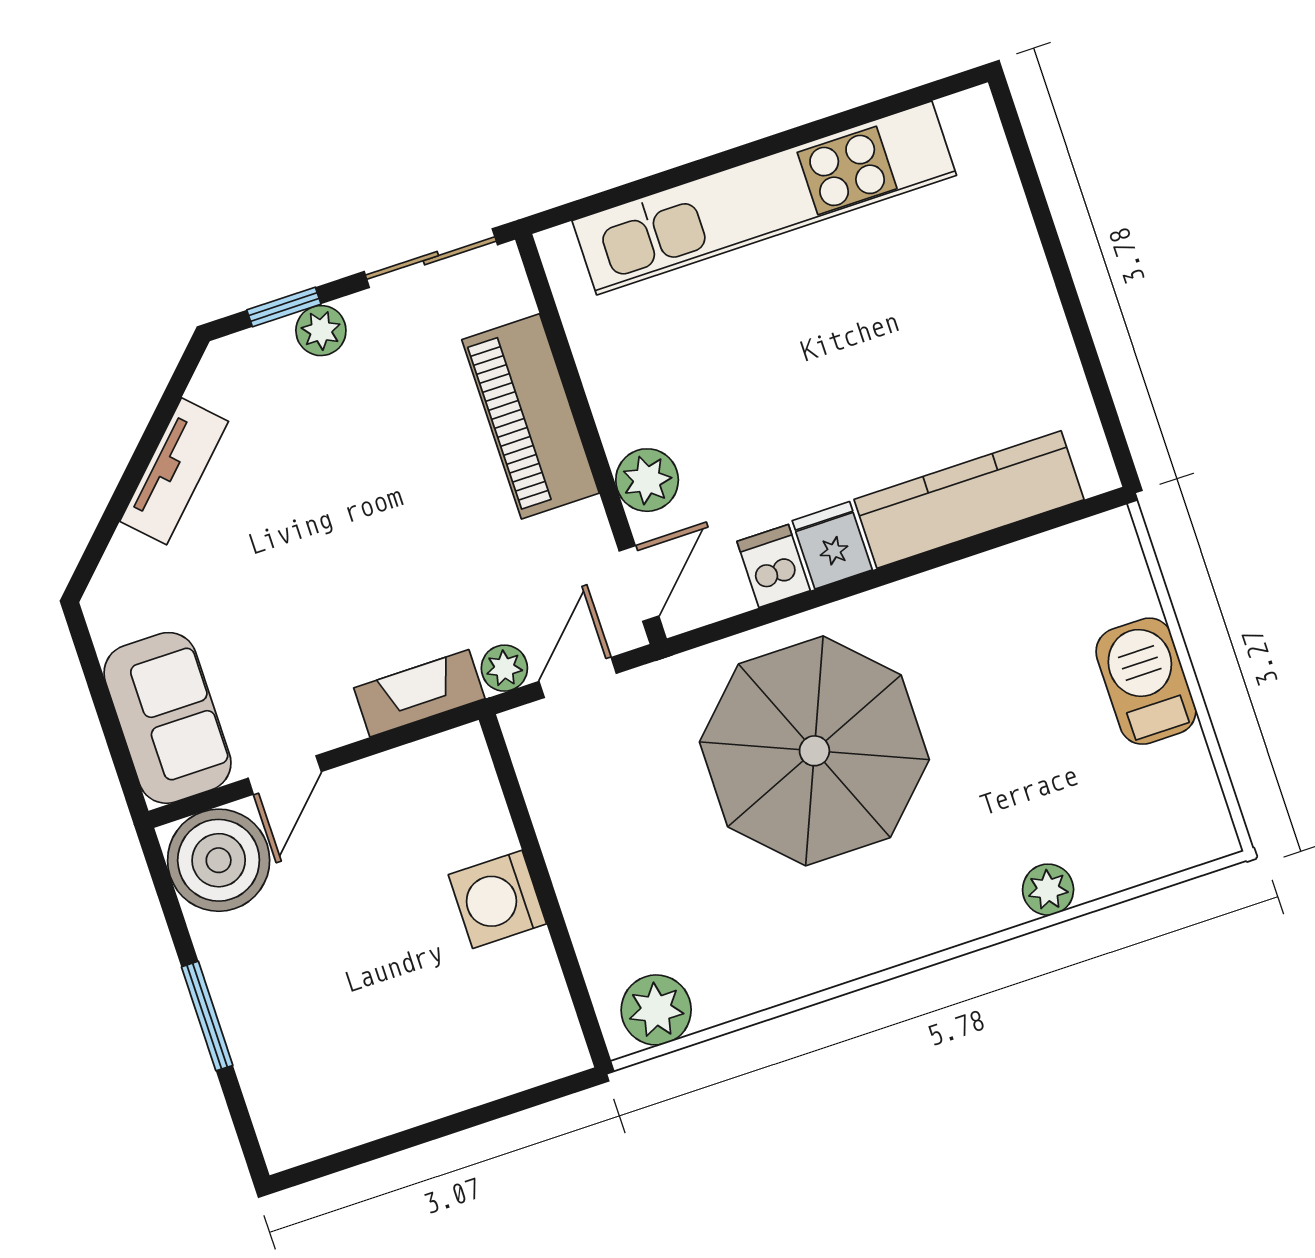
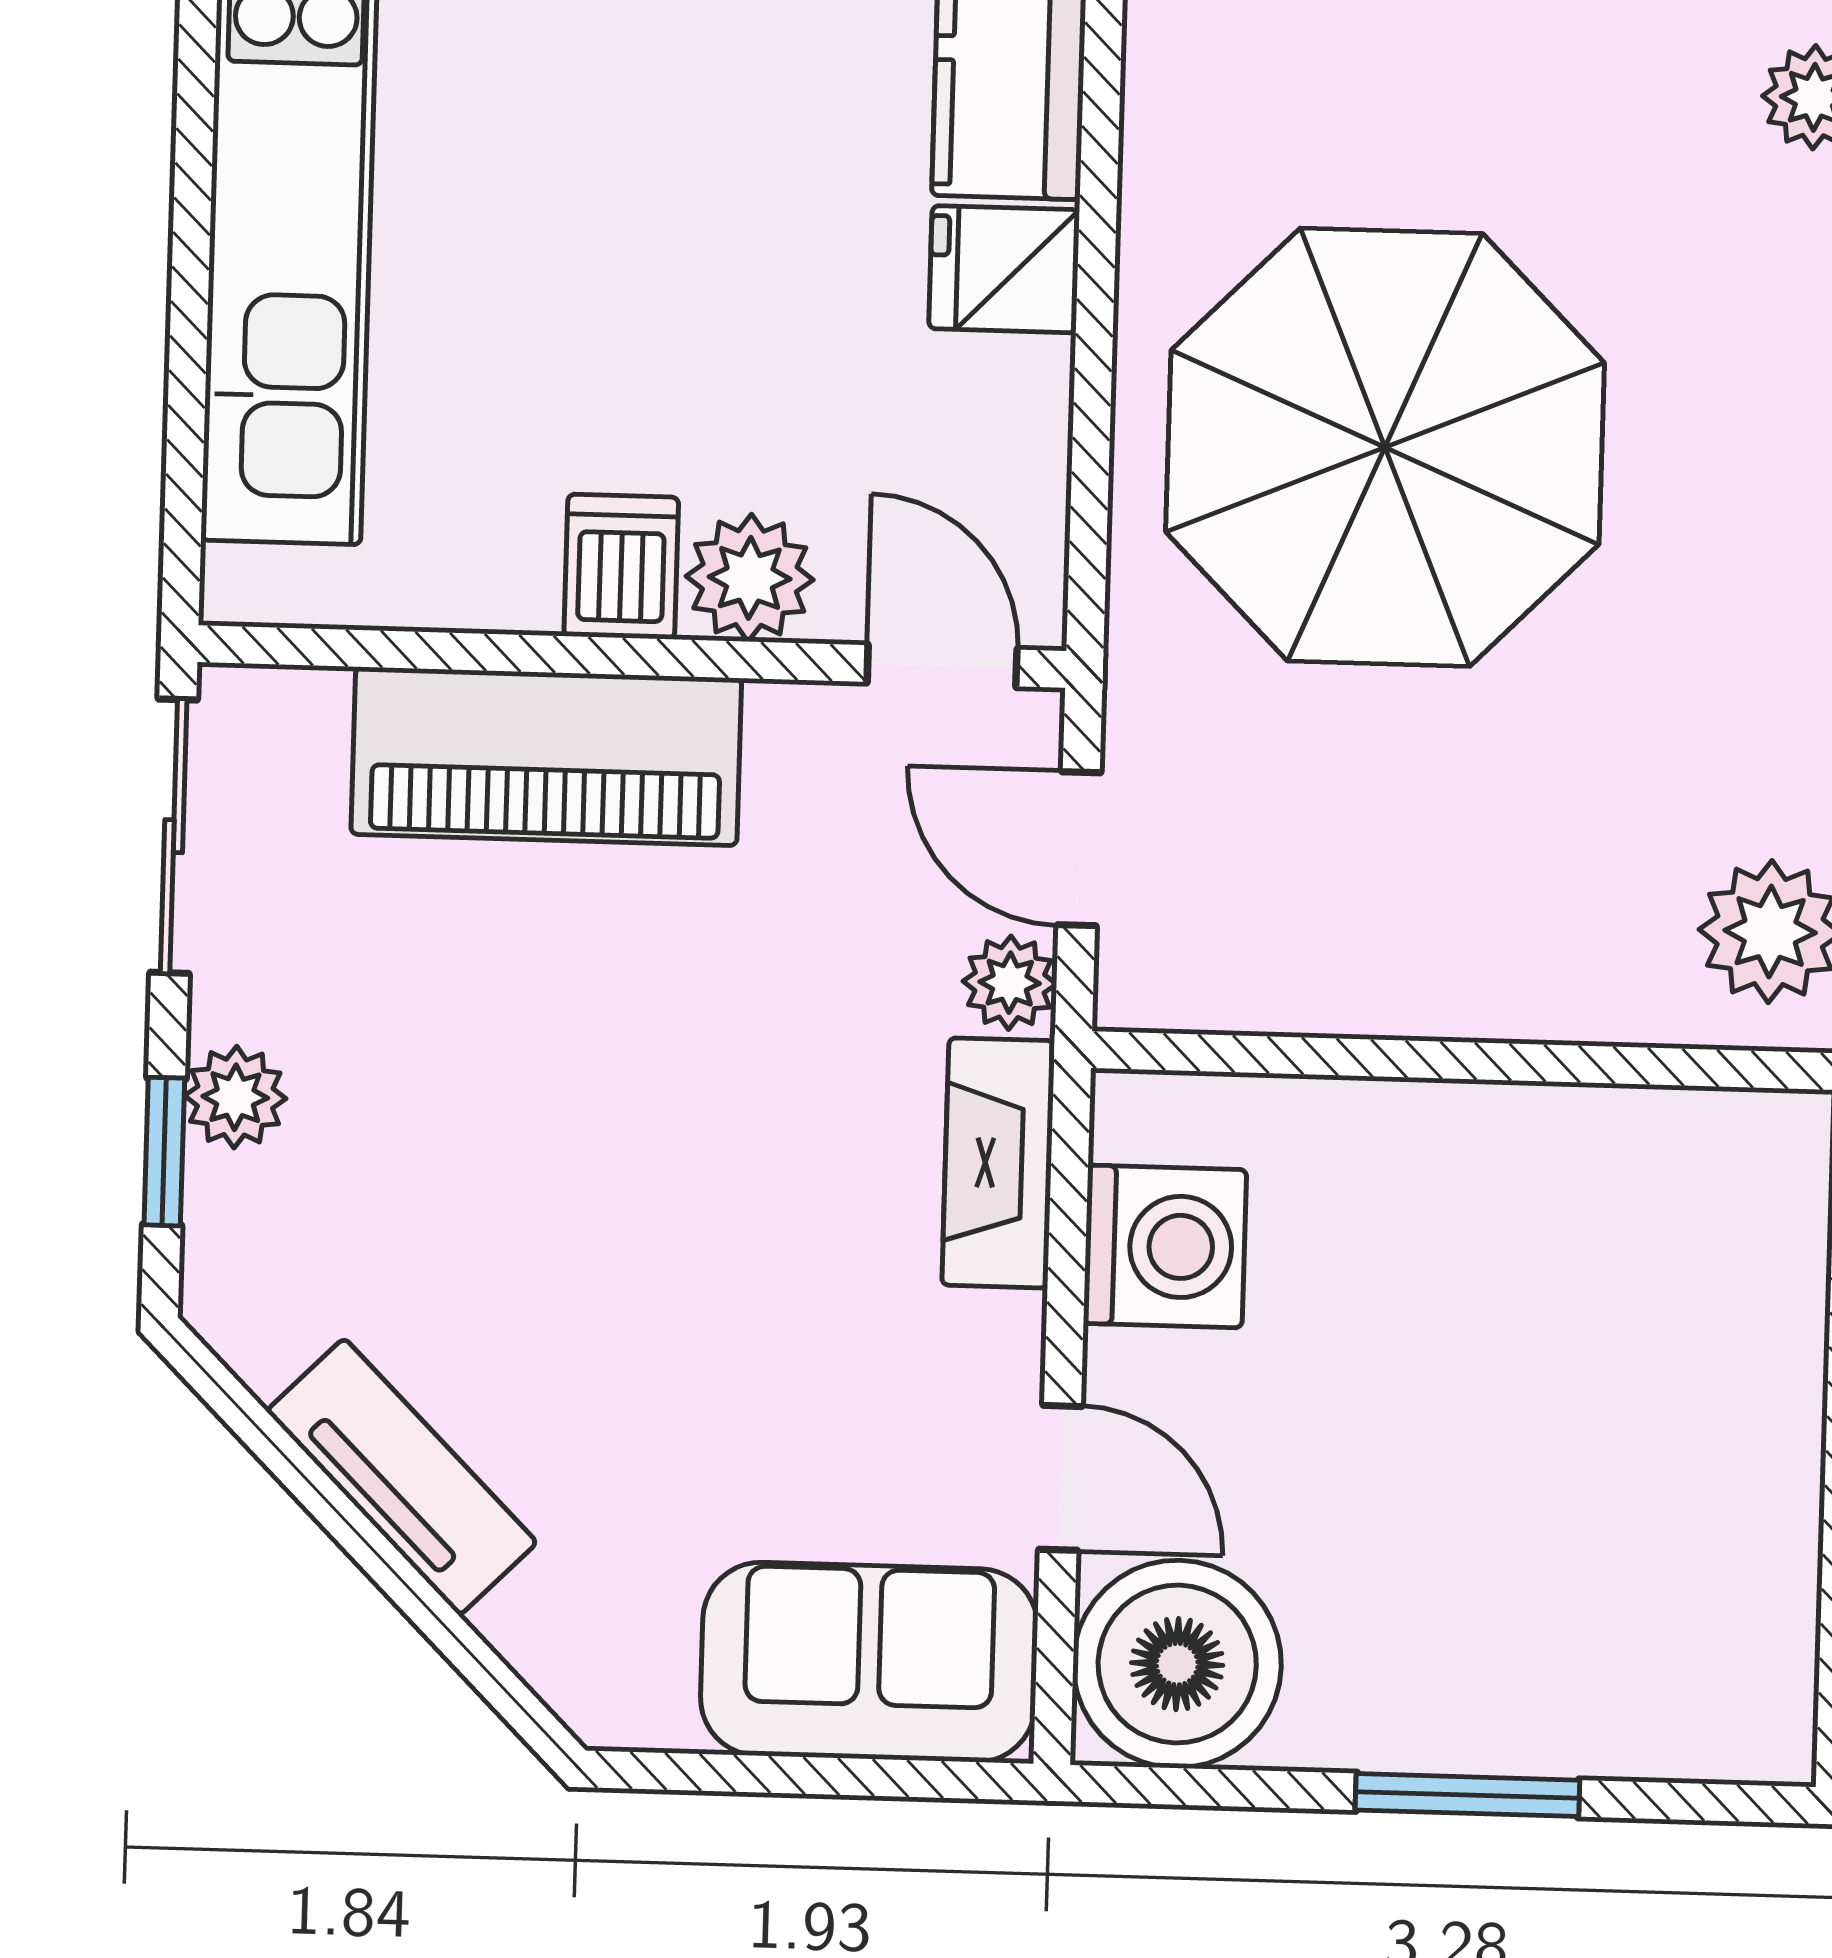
dishwasher: (774, 566) -> (621, 567), moved, turned 90
washing machine: (497, 899) -> (1165, 1246), moved, turned -90

